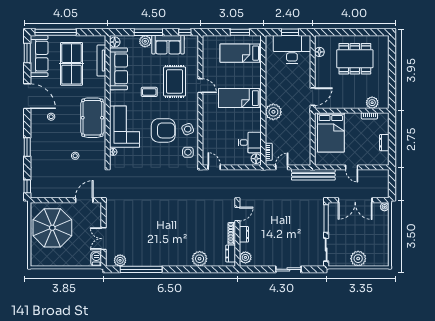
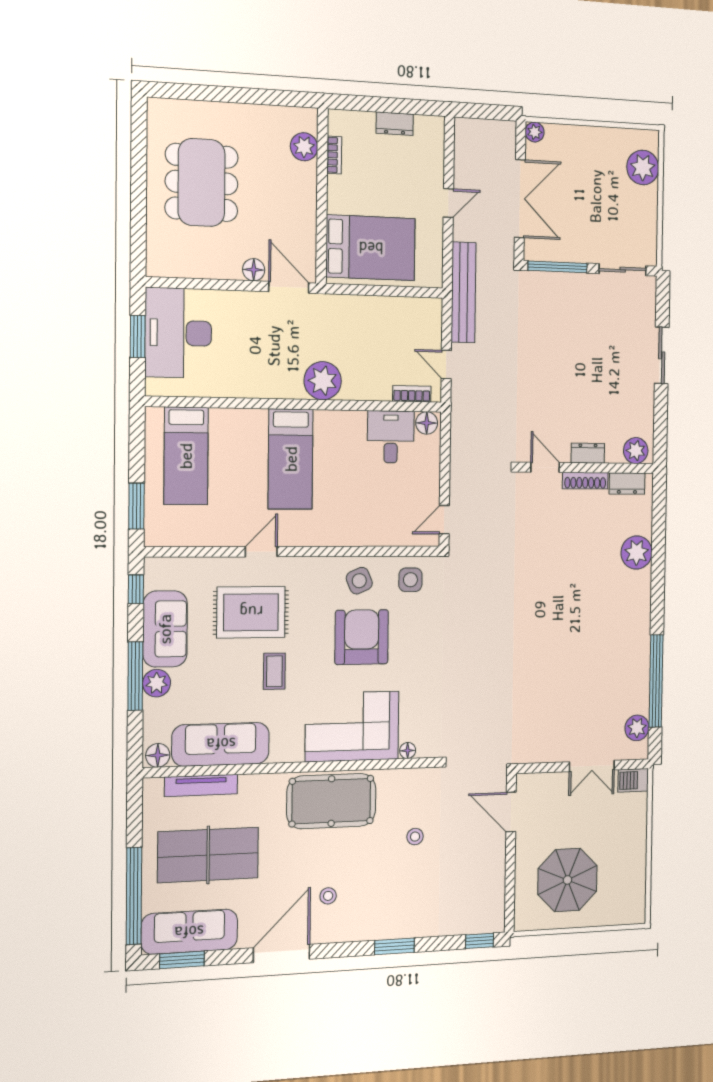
window: (240, 32) -> (136, 506), moved
floor lamp: (319, 52) -> (254, 270), moved
parasol: (52, 228) -> (567, 880), width x0.73, depth x0.73
plant: (358, 259) -> (643, 167), moved

